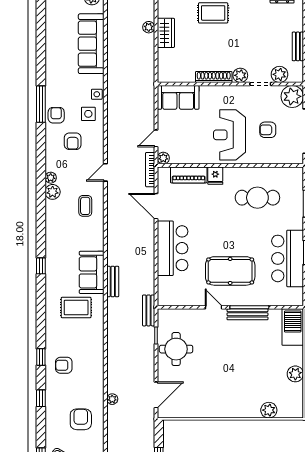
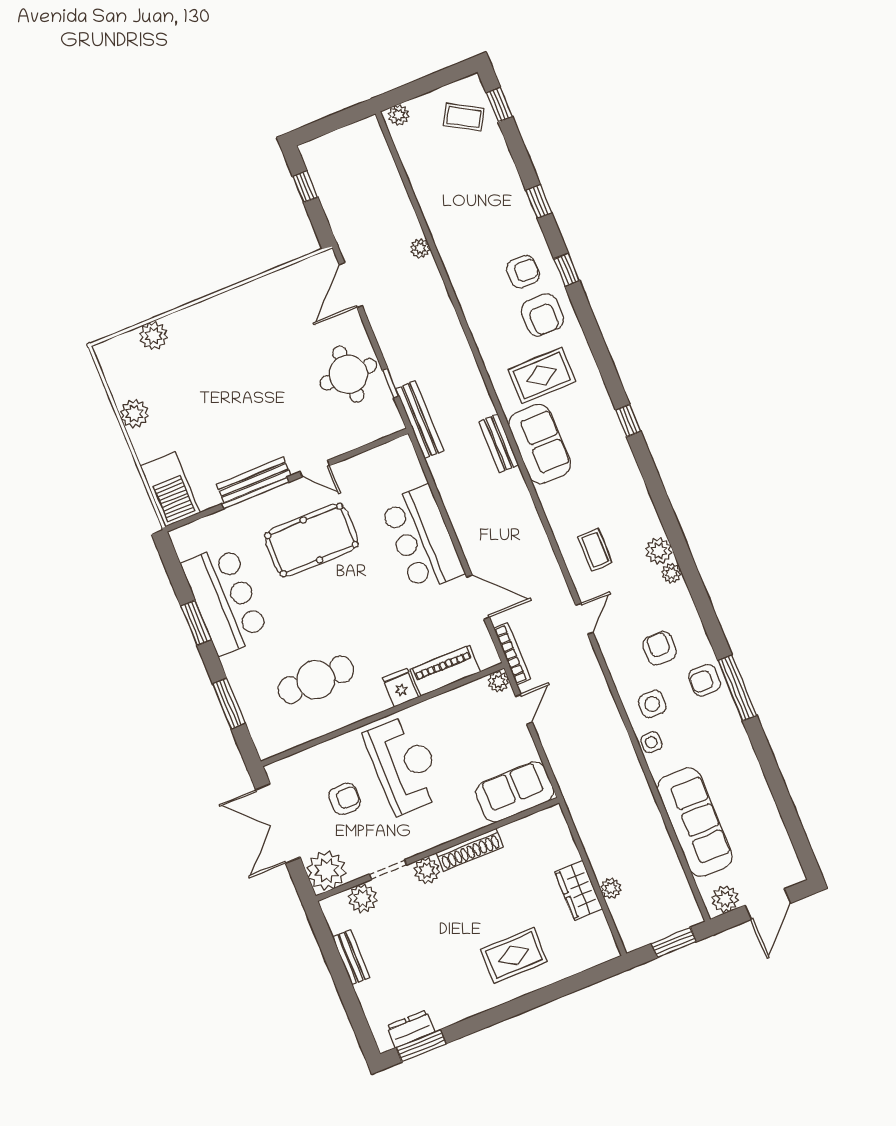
armchair: (56, 115) -> (705, 680), turned 90
bench: (149, 310) -> (420, 420), width x1.36
armchair: (81, 419) -> (542, 315), moved

